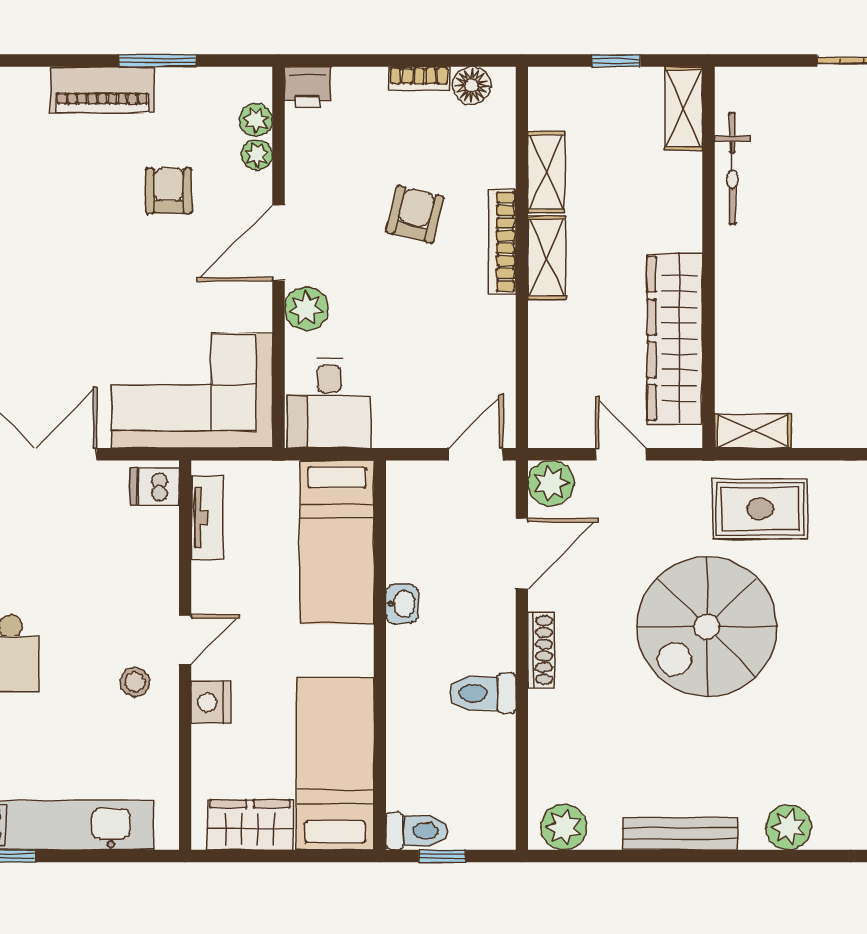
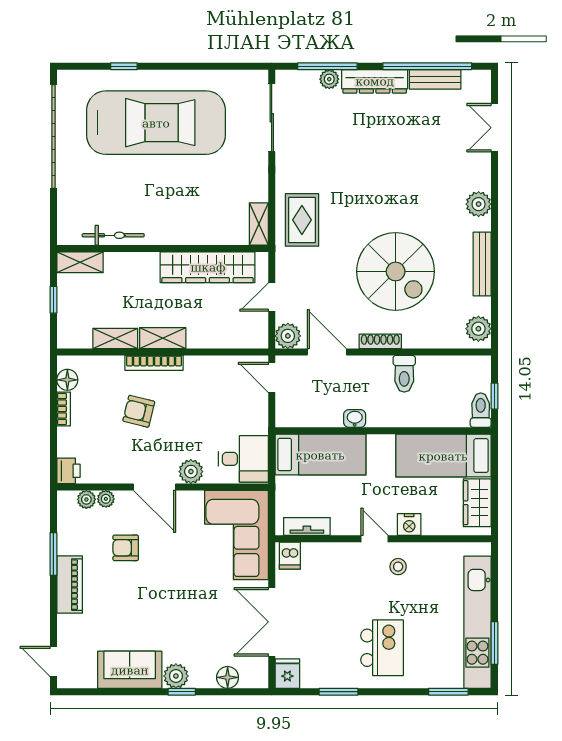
spiral stairs: (707, 627) -> (396, 271), moved

